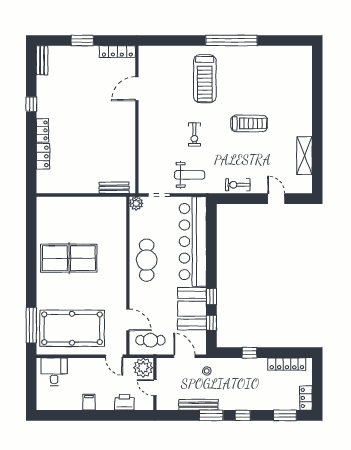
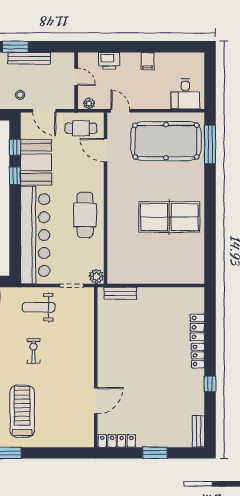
plant: (143, 368) -> (89, 103), width x0.53, depth x0.53

